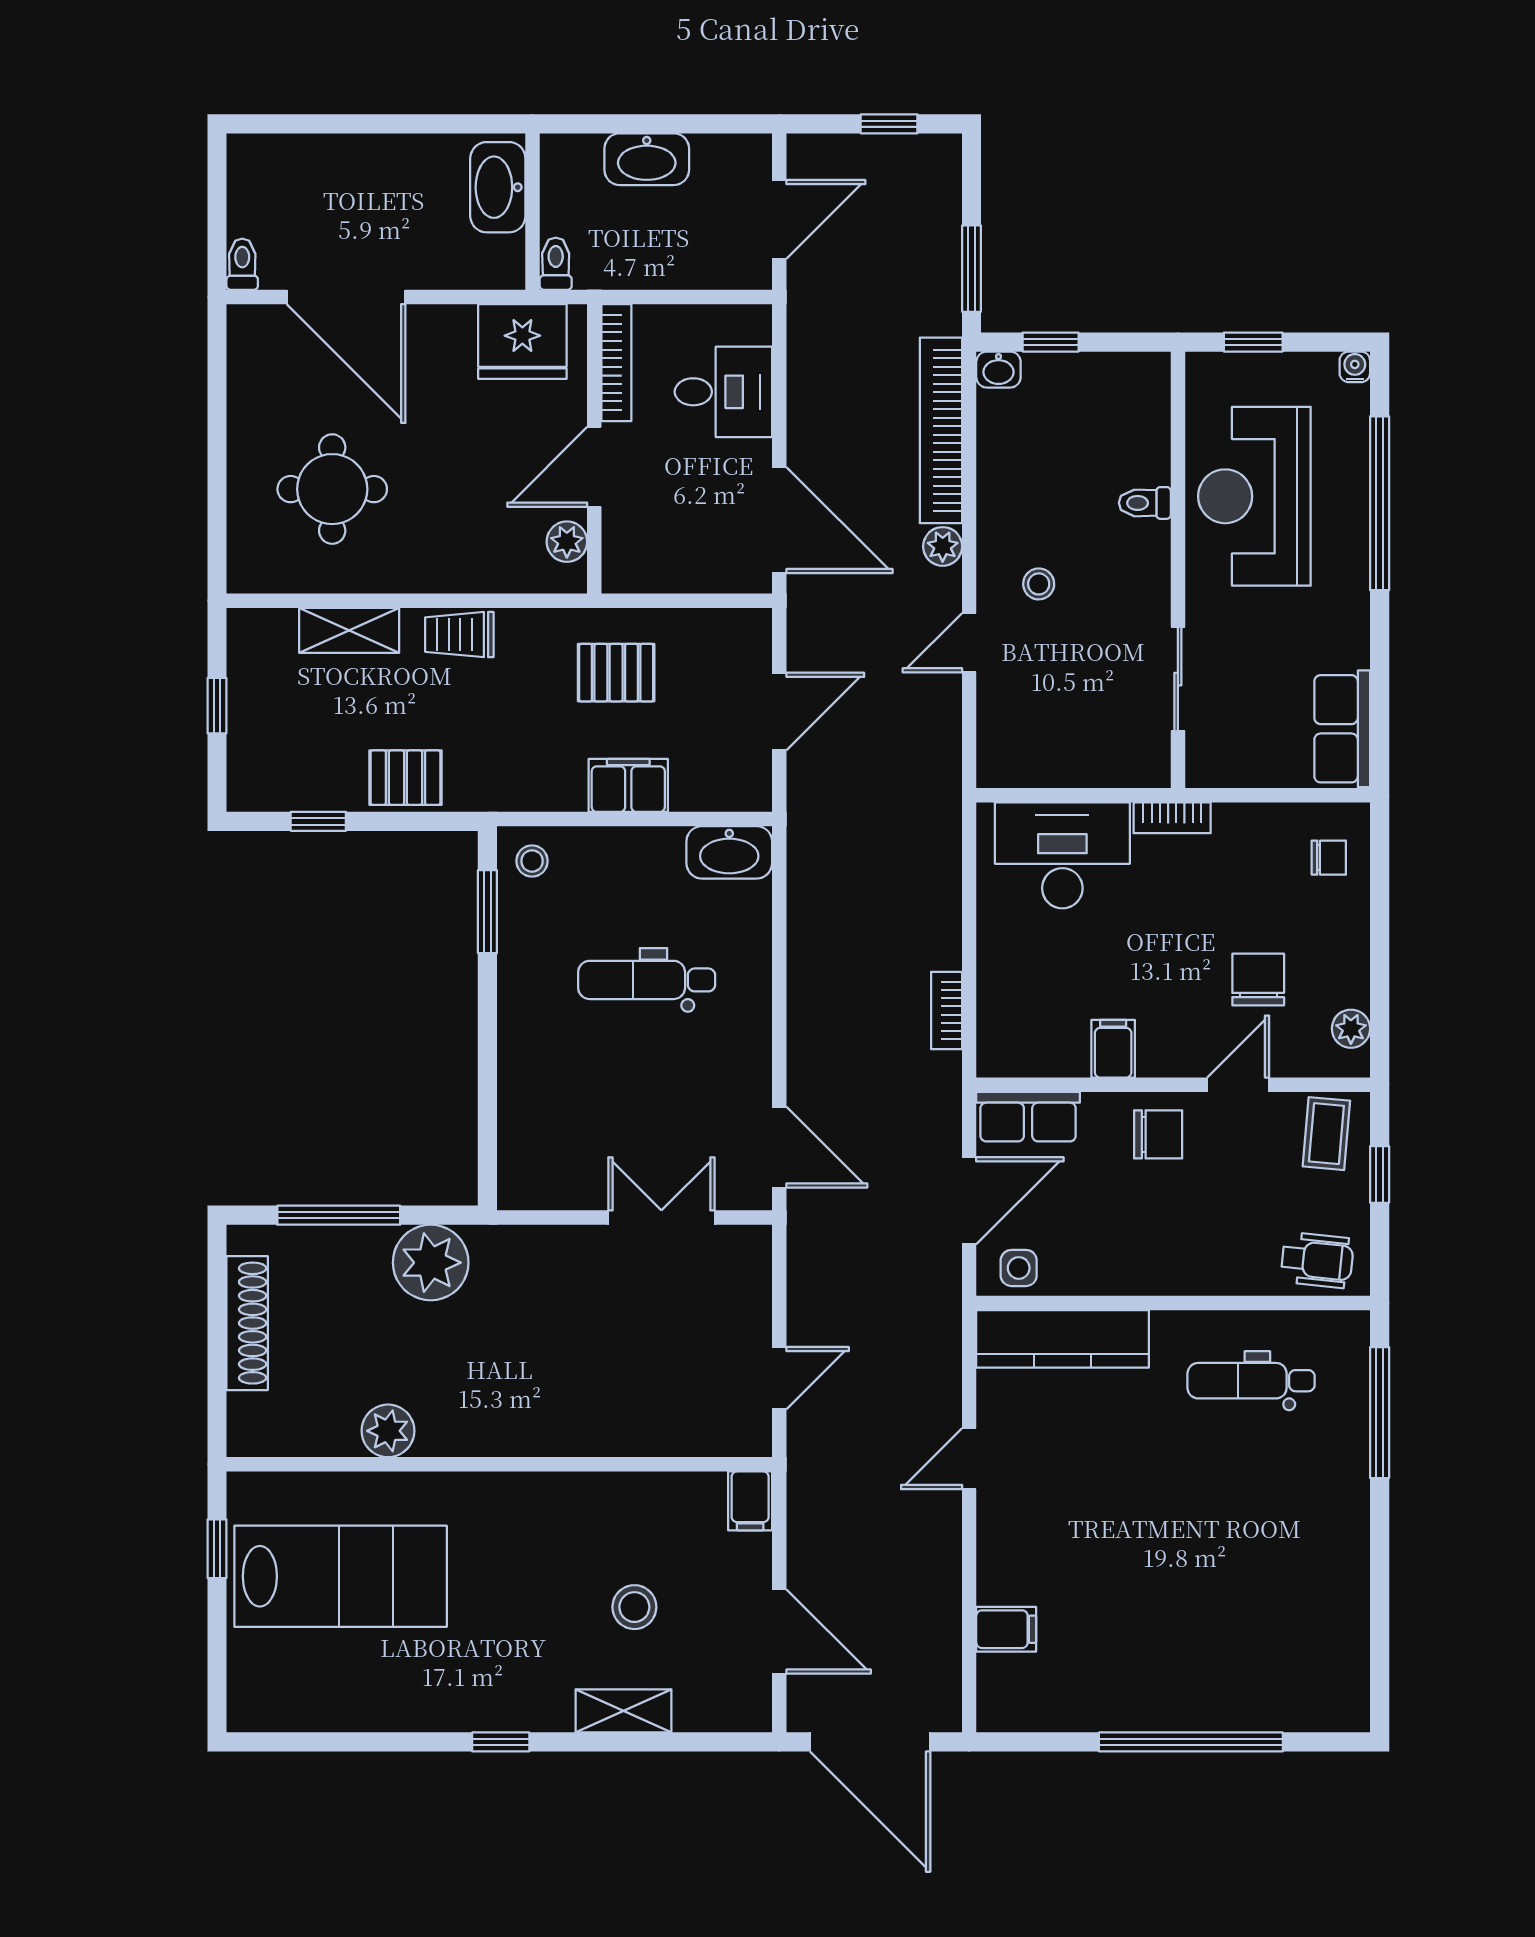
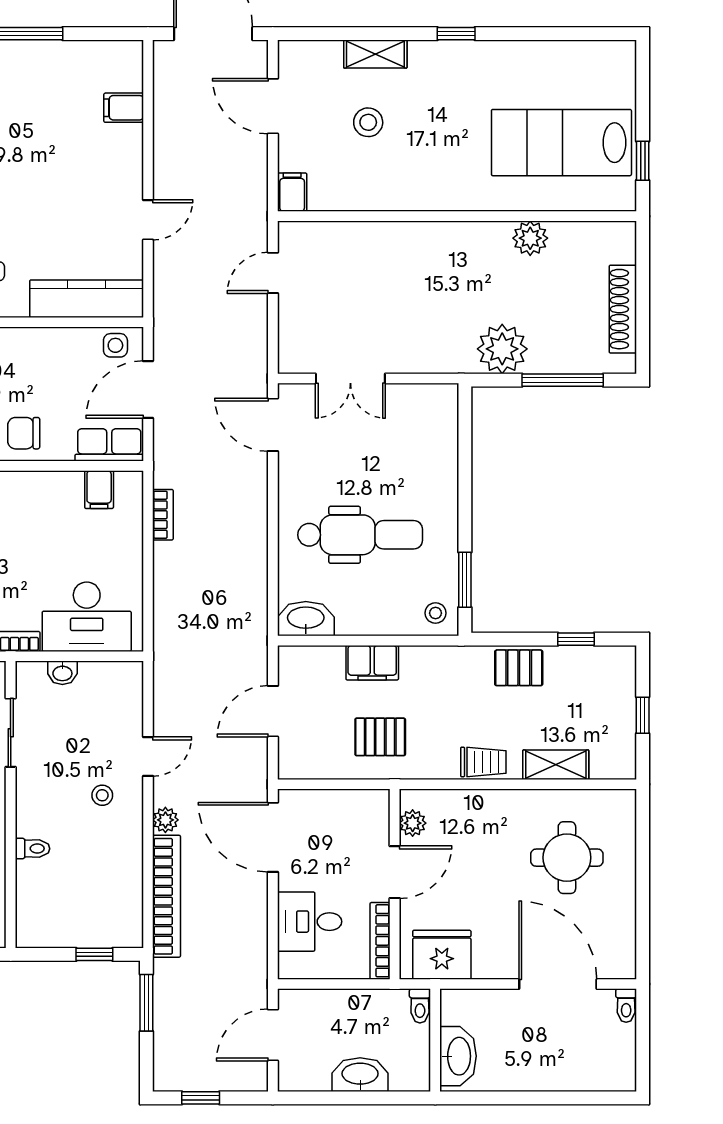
washbasin: (998, 370) -> (62, 673), moved, turned 180
dental chair: (647, 980) -> (360, 535), width x1.36, depth x1.38
filing cabinet: (1113, 1049) -> (99, 490), moved

